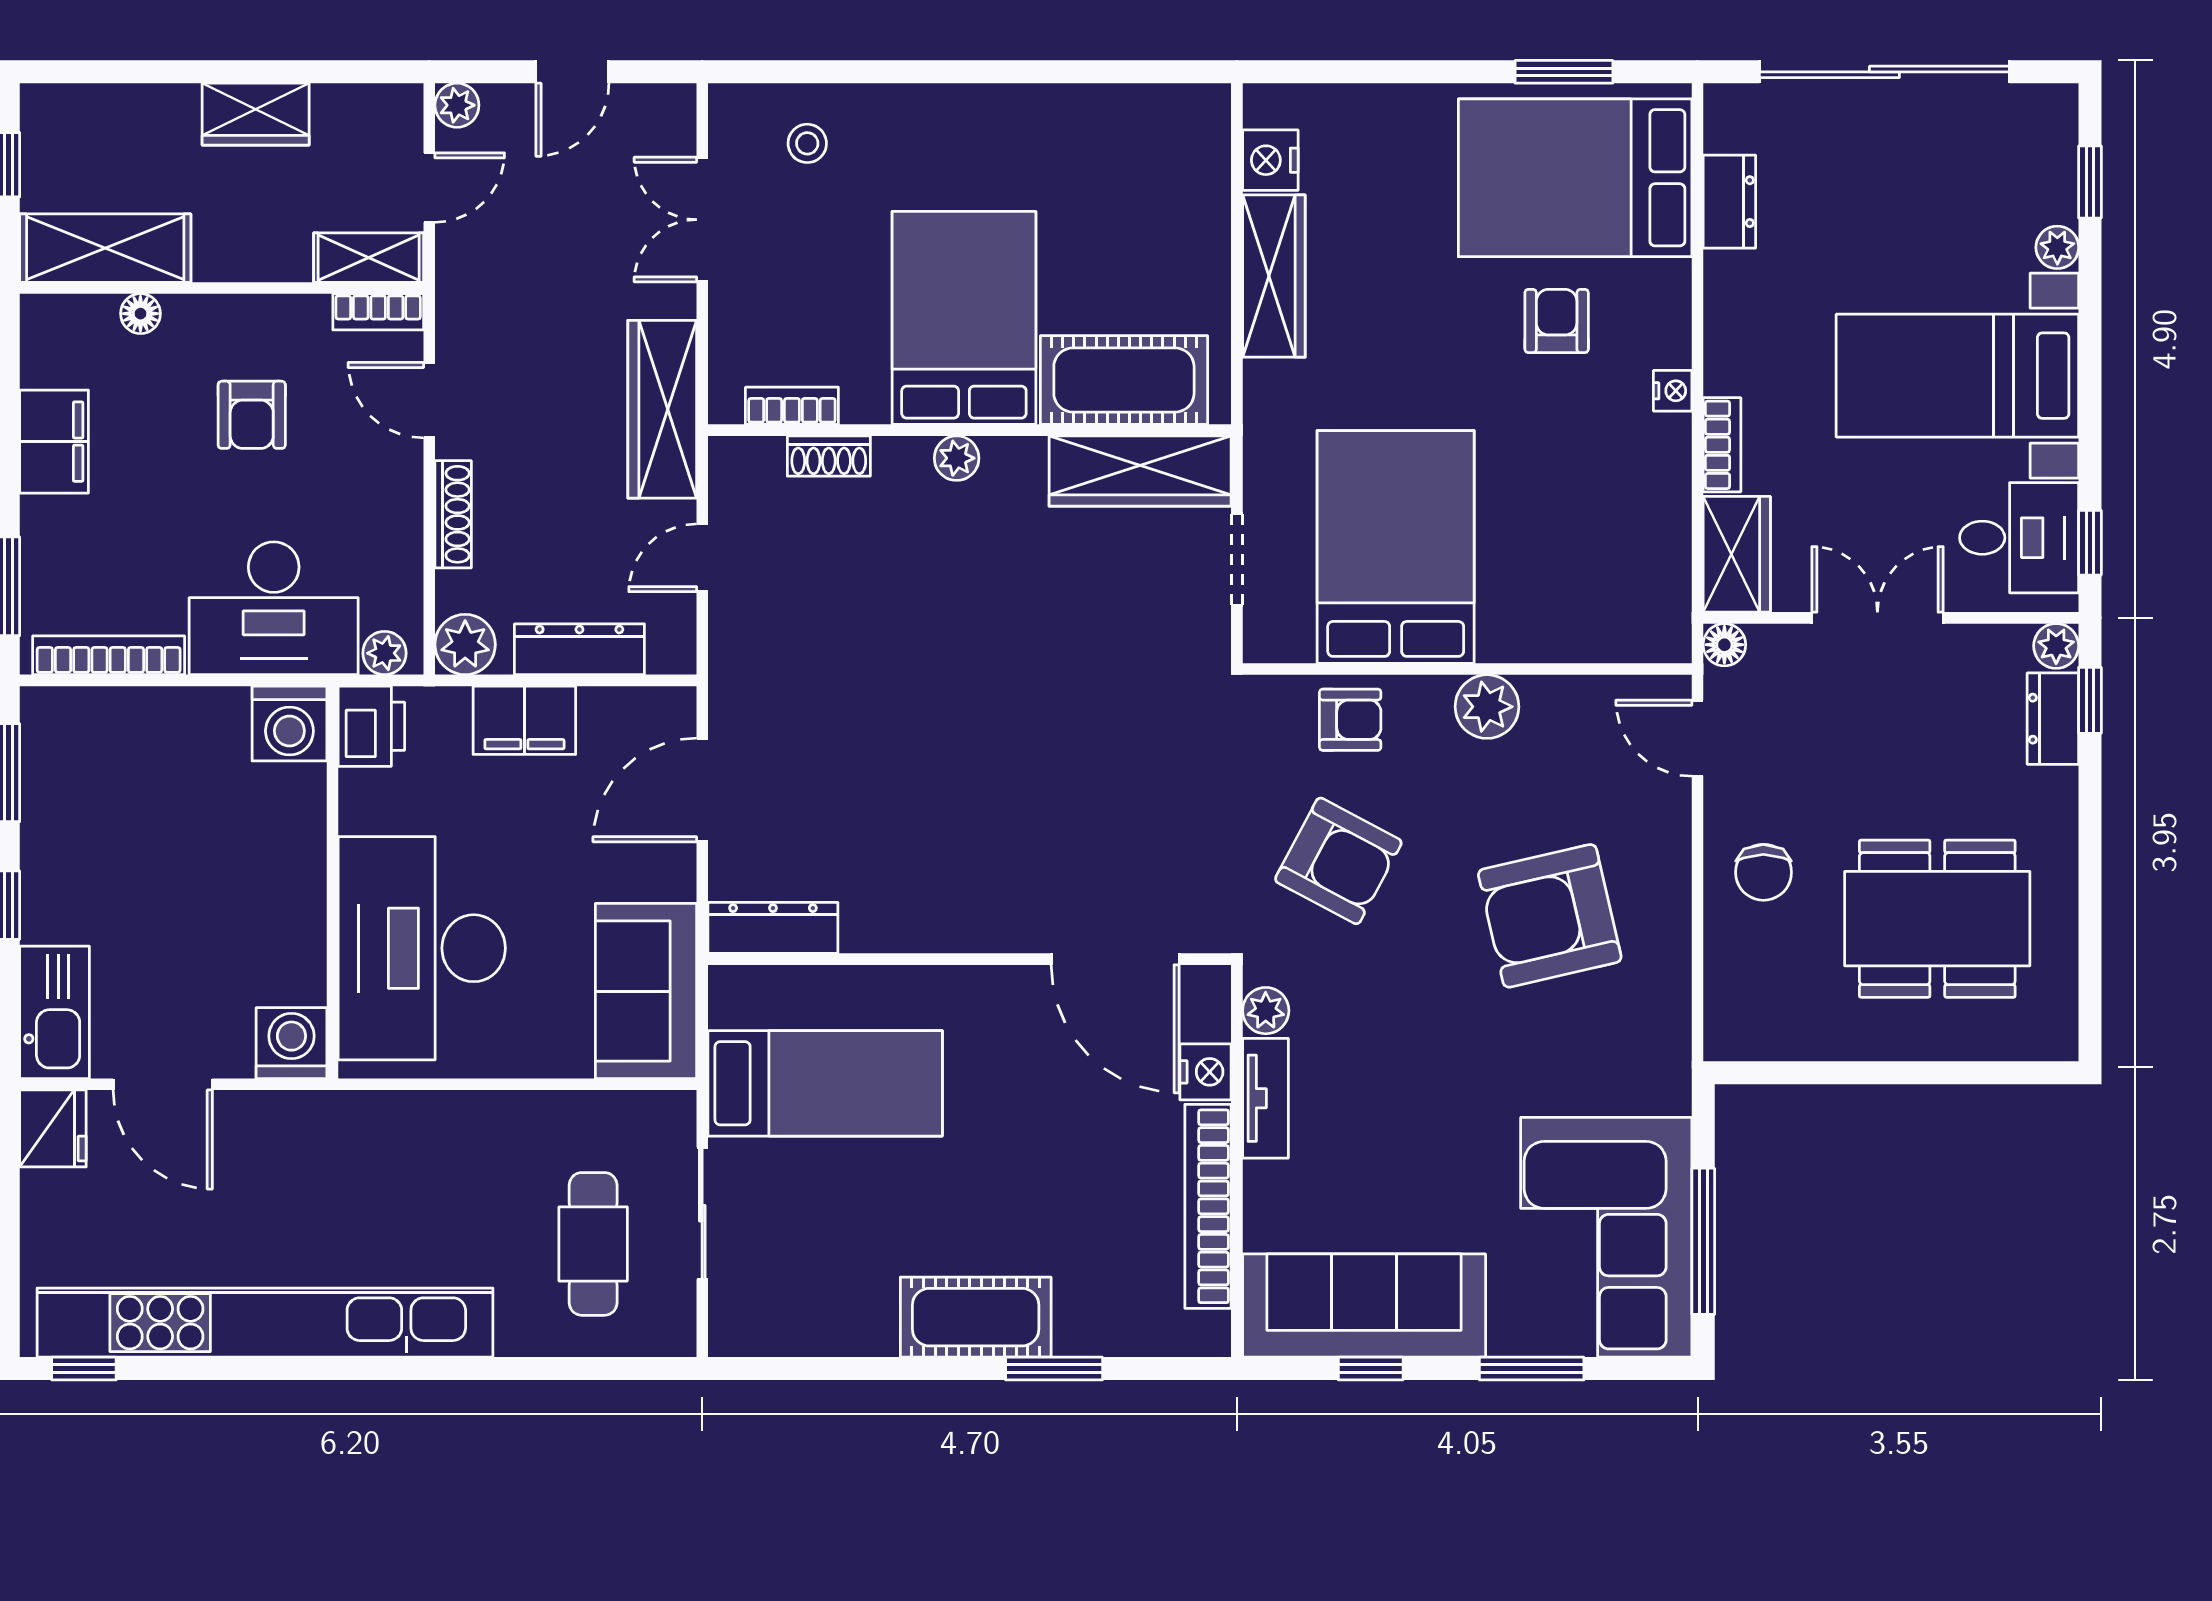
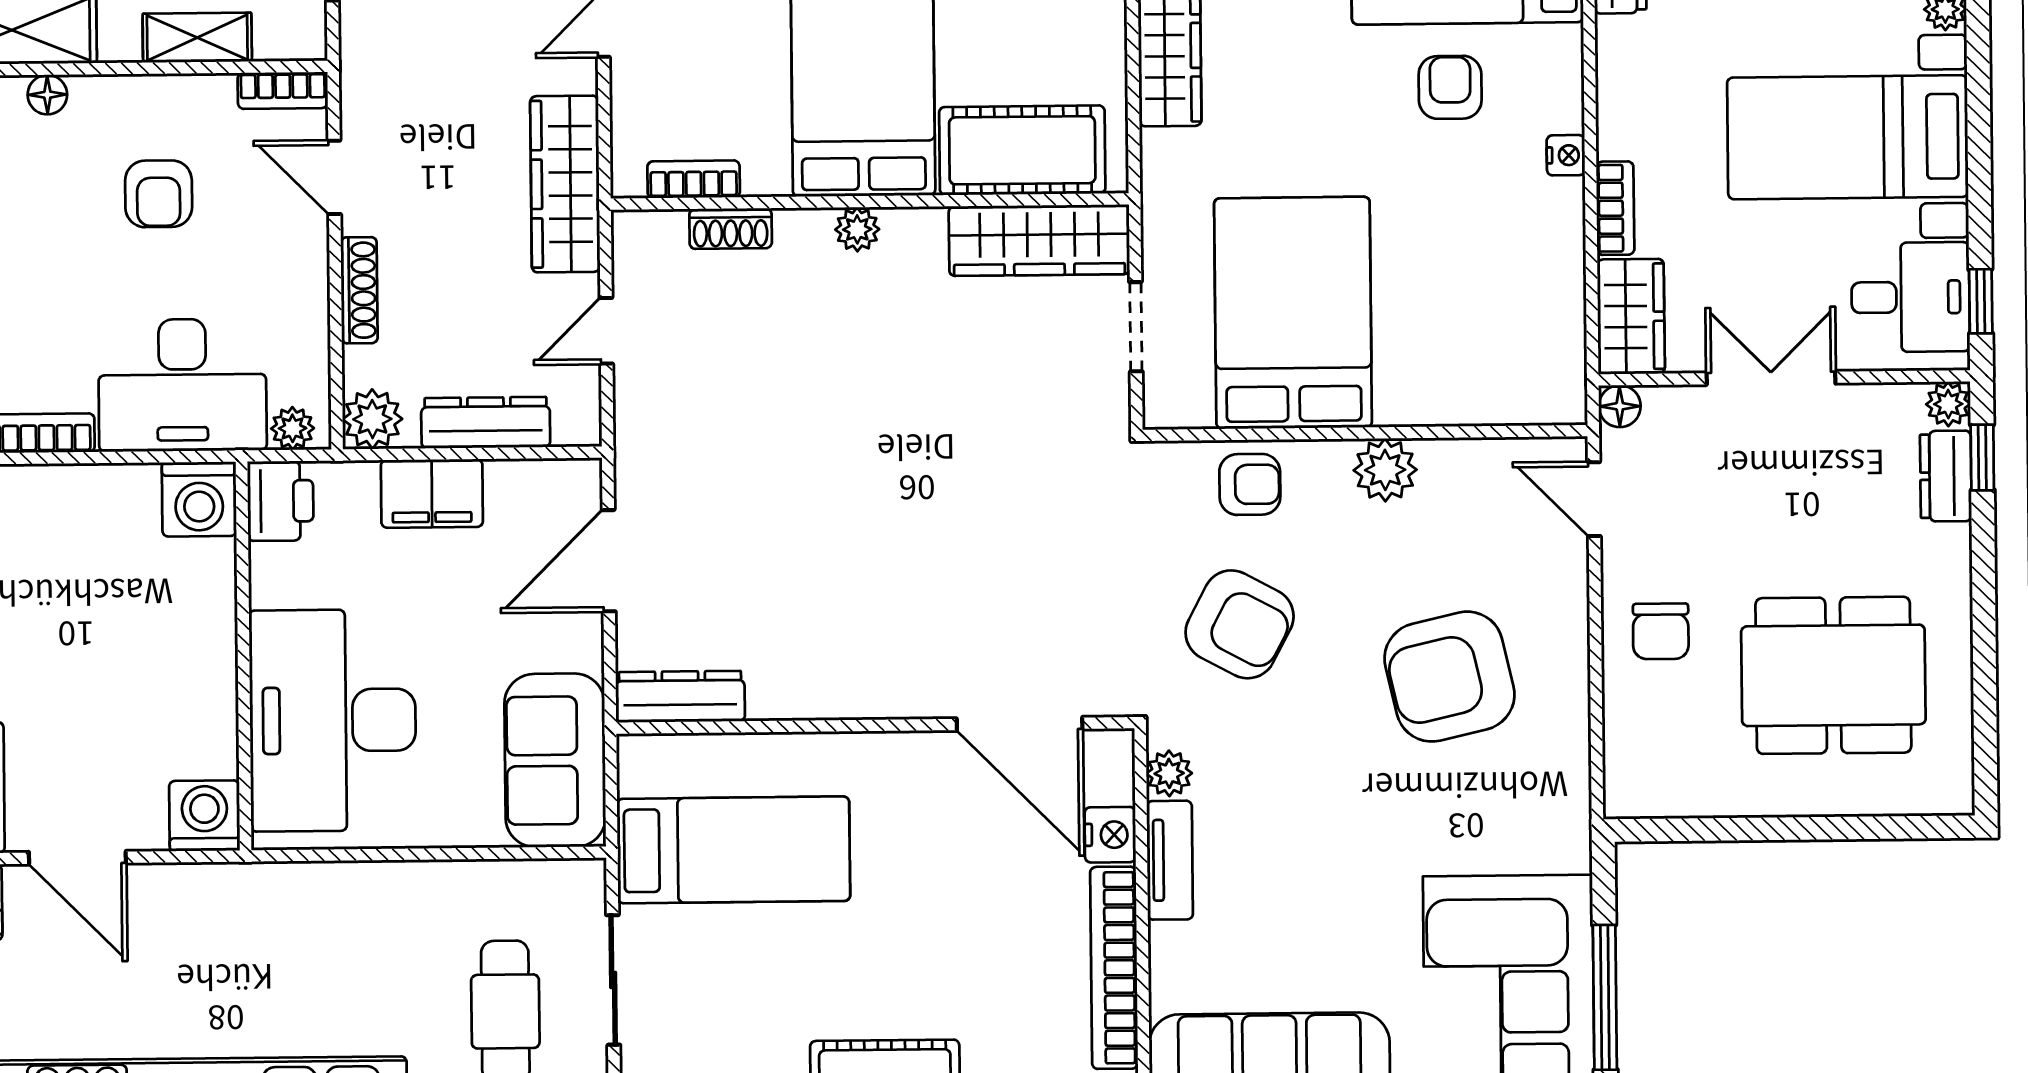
shelving: (369, 258) -> (197, 38), moved

